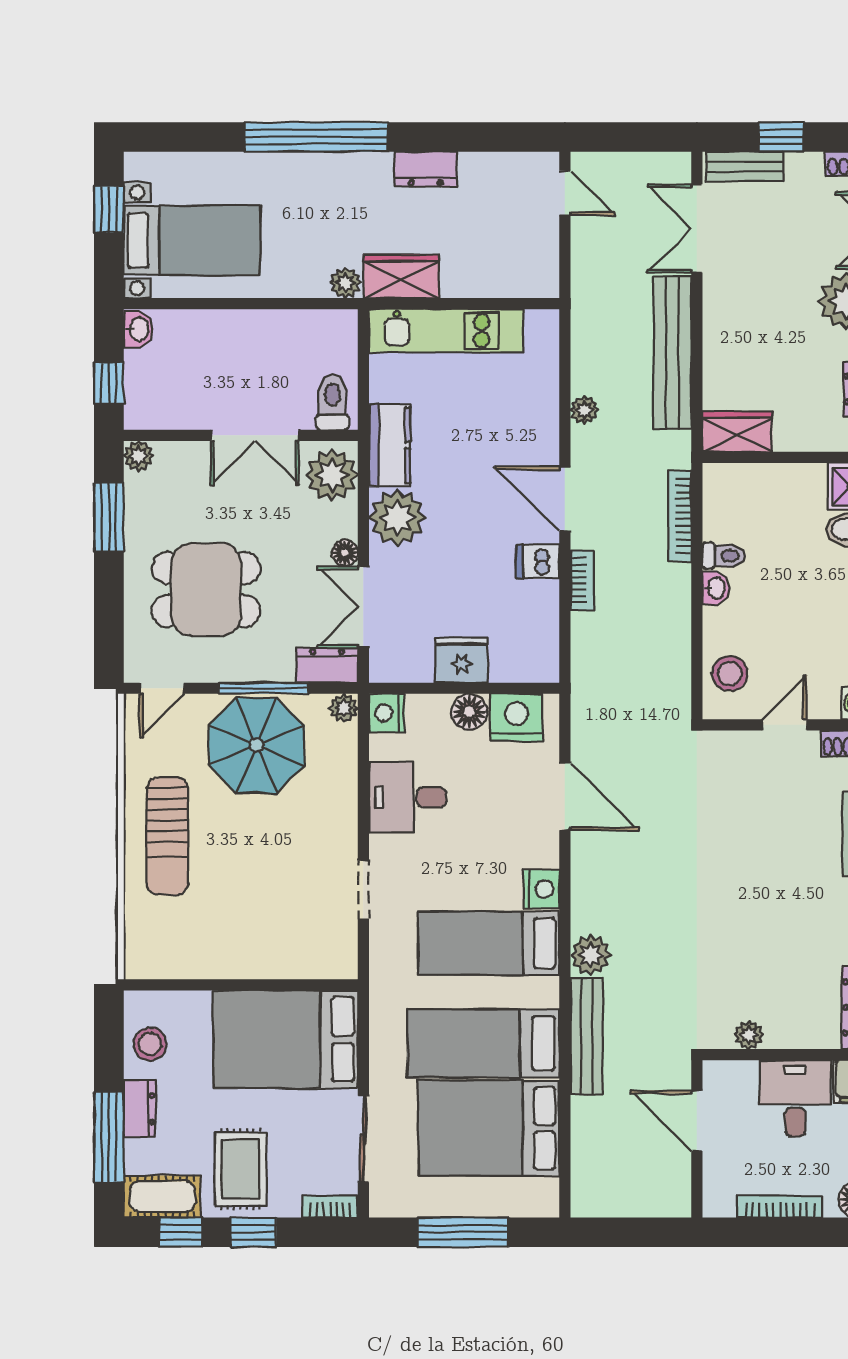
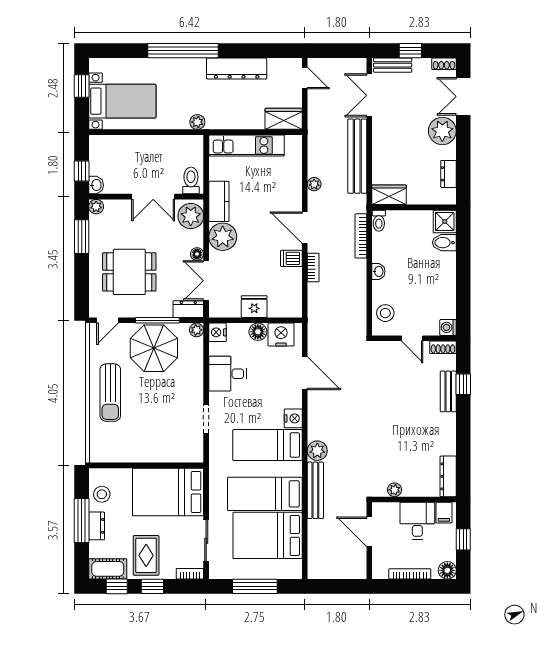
dresser: (426, 169) -> (237, 68), width x1.96, depth x1.24
wardrobe: (401, 276) -> (284, 119), moved
washbasin: (138, 329) -> (96, 185), moved
toilet: (724, 556) -> (379, 221), moved, turned 90
door: (785, 725) -> (412, 338), swing flipped
window: (109, 1137) -> (82, 521), moved

